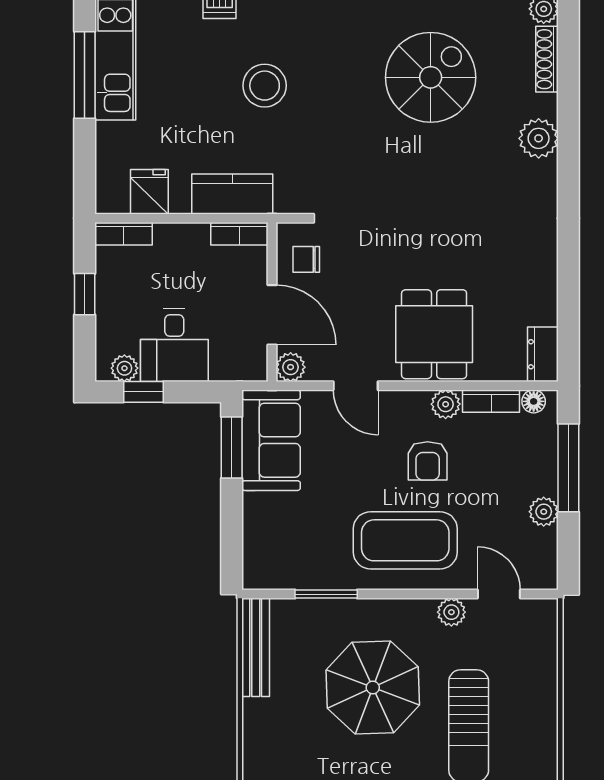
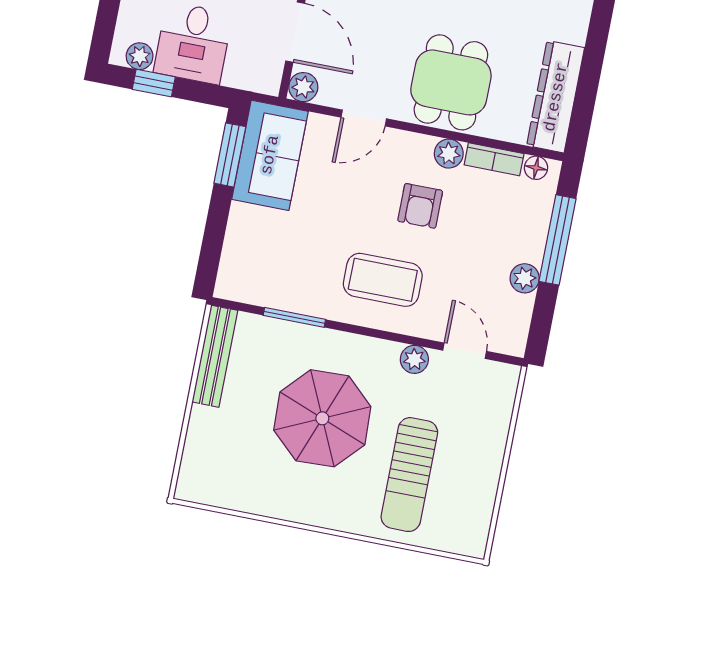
dresser: (543, 354) -> (556, 97), width x1.96, depth x1.24
door: (356, 386) -> (364, 118), hinge flipped
coffee table: (405, 540) -> (383, 280), width x0.73, depth x0.76

